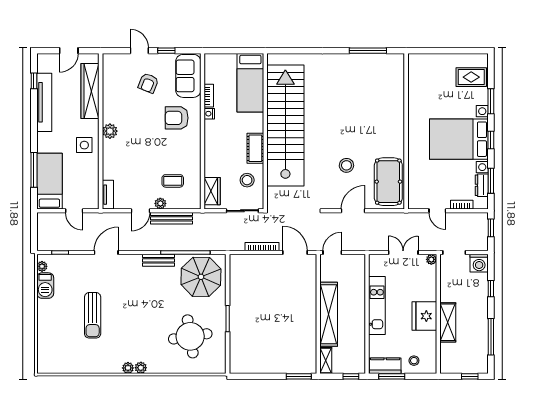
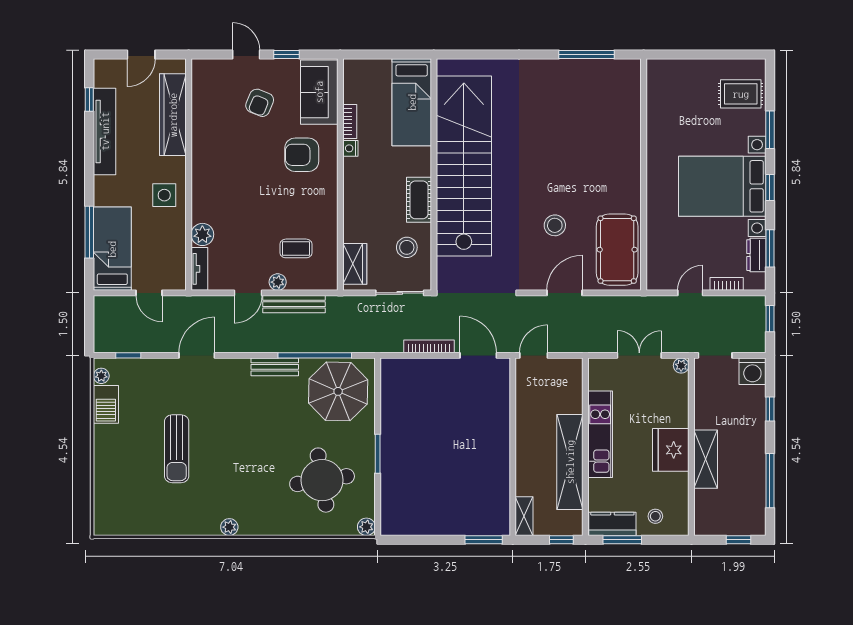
plant: (110, 131) -> (202, 234), moved
door: (437, 211) -> (690, 293), swing flipped
shelving: (329, 314) -> (570, 462), moved
plant: (141, 368) -> (366, 527), moved

